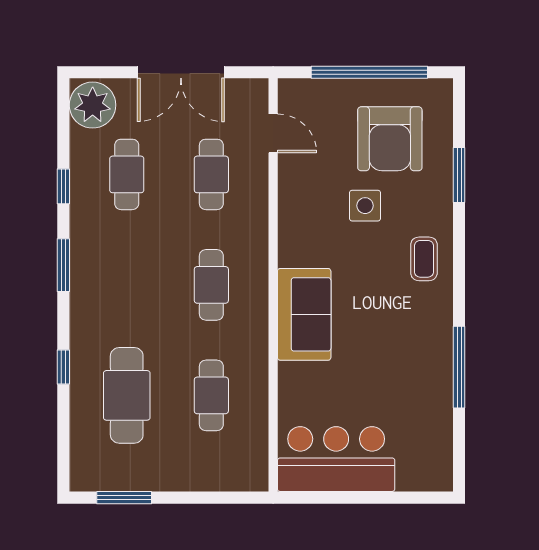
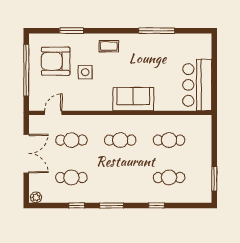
plant: (93, 105) -> (36, 197), width x0.53, depth x0.53
armchair: (390, 139) -> (56, 61), turned 180
cafe table: (127, 395) -> (169, 177), width x0.73, depth x0.74

